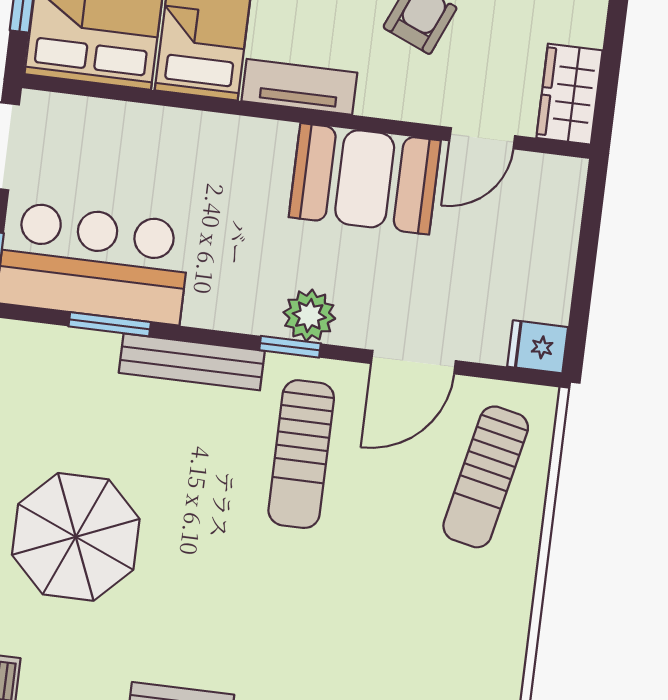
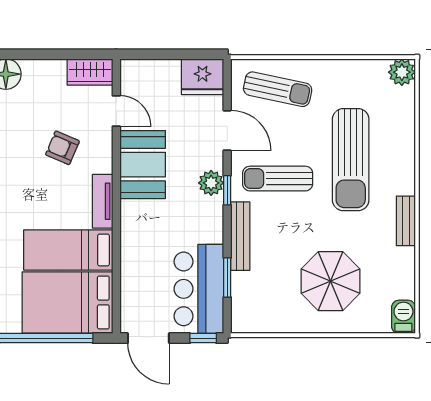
fridge: (538, 347) -> (202, 77), width x1.88, depth x1.34
sun lounger: (301, 454) -> (278, 179), turned 180
sun lounger: (321, 610) -> (351, 160), added

